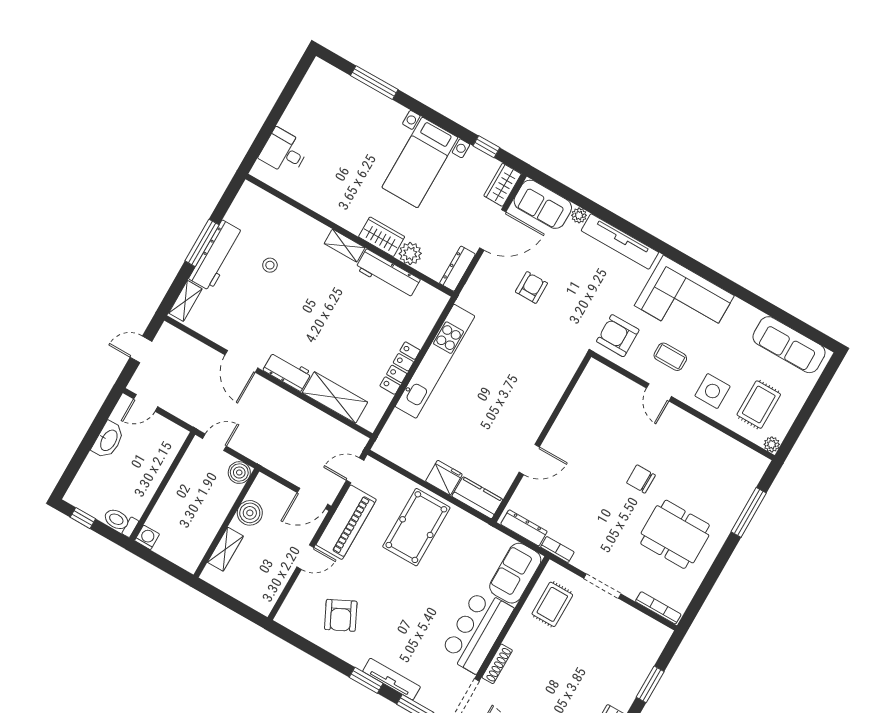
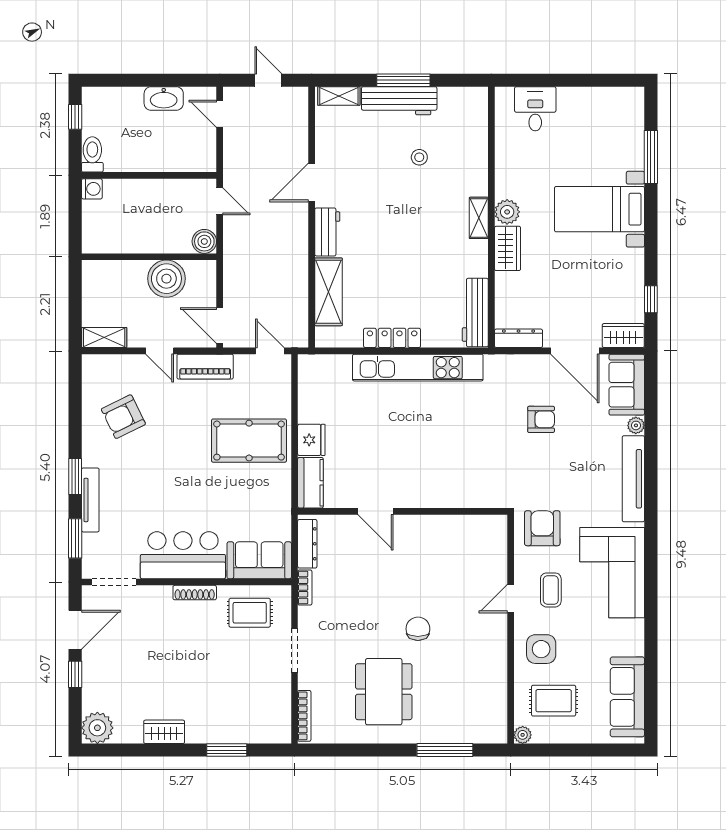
bed with nightstands: (420, 162) -> (600, 209), moved
plant: (410, 254) -> (507, 212), moved
workbench: (388, 274) -> (475, 313), moved
boiler: (250, 513) -> (166, 279), width x1.37, depth x1.37
piano: (346, 522) -> (205, 367), width x0.73, depth x0.75
shelving: (225, 549) -> (104, 338), moved
shoe rack: (497, 664) -> (195, 593), moved

